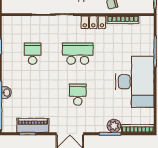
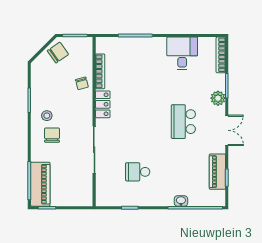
school desk: (78, 54) -> (138, 122), removed
desk: (135, 82) -> (182, 53), width x0.53, depth x0.77
school desk: (78, 95) -> (183, 122), width x1.85
plant: (114, 126) -> (218, 98), moved

